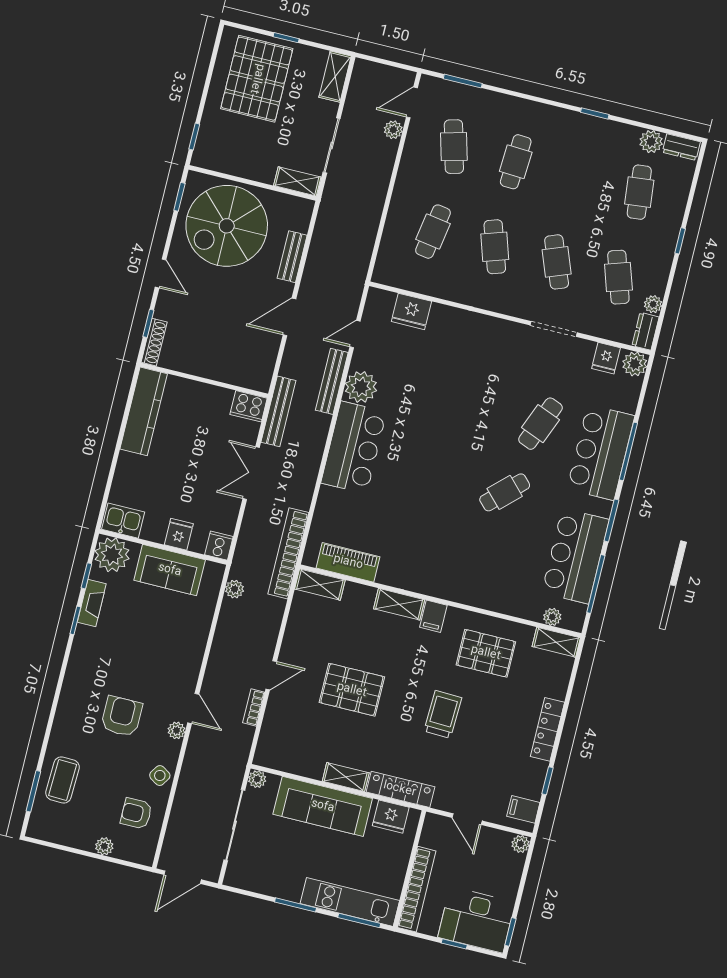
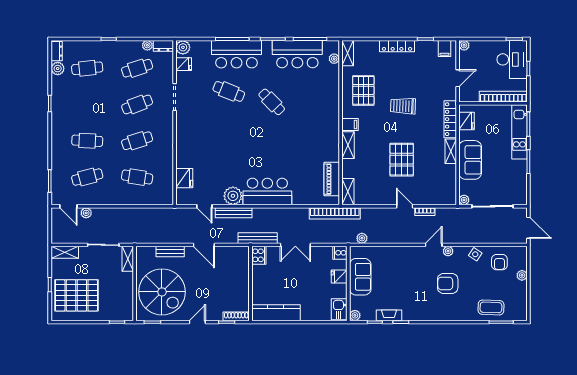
plant: (112, 555) -> (355, 315), width x0.53, depth x0.53
sofa: (323, 806) -> (470, 160), width x0.73

